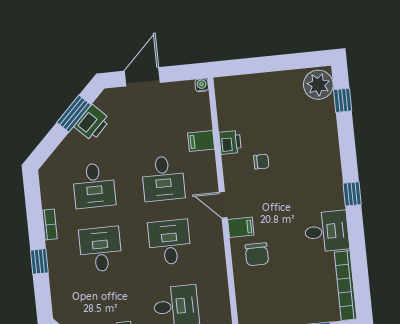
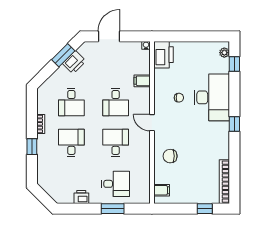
plant: (318, 85) -> (224, 53), width x0.53, depth x0.53
printer: (230, 142) -> (163, 55), moved, width x1.87, depth x1.48
filing cabinet: (241, 227) -> (162, 190), moved
desk: (327, 231) -> (212, 97), moved, width x1.87, depth x1.30
chair: (257, 254) -> (170, 156), turned 90

